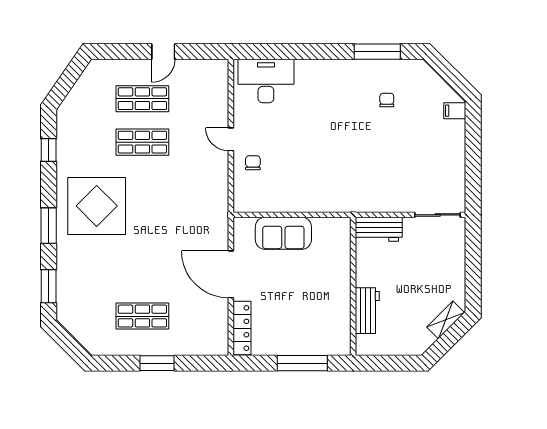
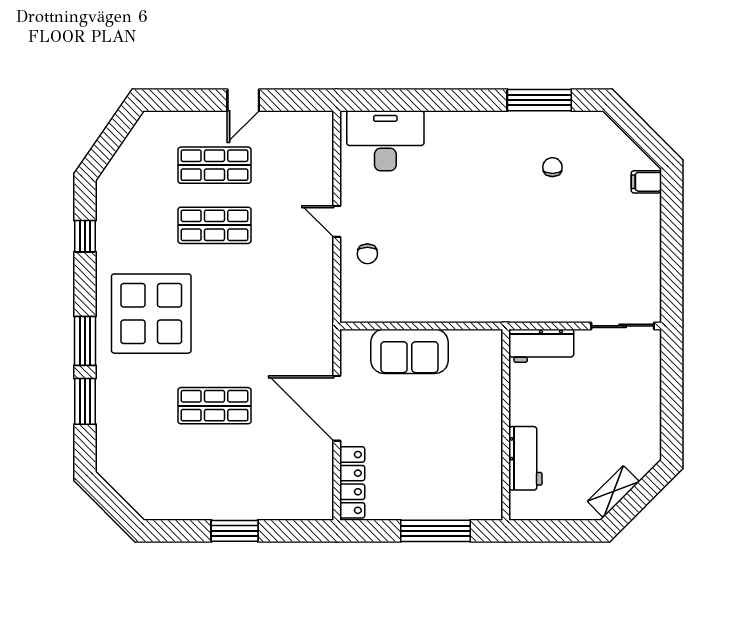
chair: (253, 163) -> (367, 254), turned 180
window: (49, 286) -> (85, 401), moved
shop shelf: (142, 316) -> (214, 406), moved
shelving: (446, 320) -> (613, 492), moved

